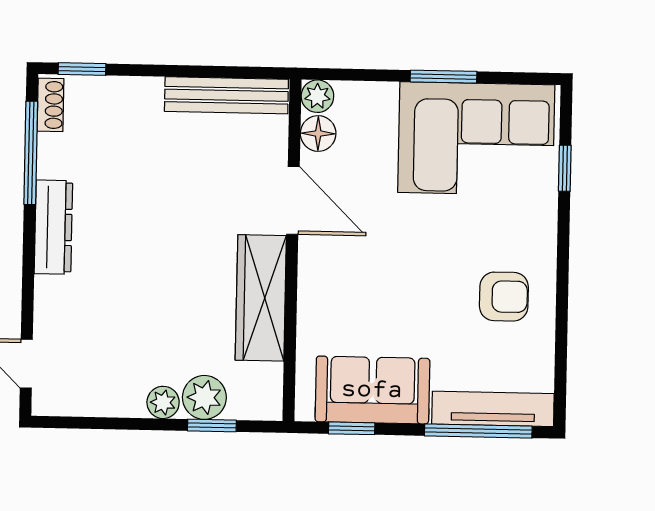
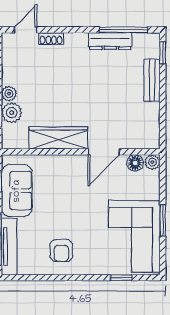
bench: (226, 95) -> (152, 80), moved, width x0.73
shoe rack: (51, 105) -> (51, 38), moved
dresser: (53, 227) -> (110, 41), moved

